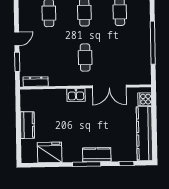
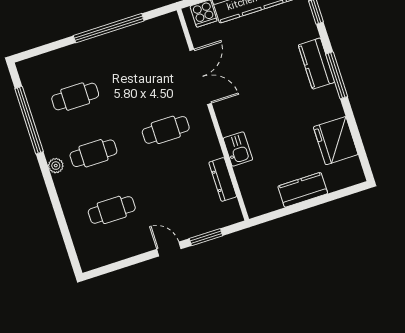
dresser: (36, 82) -> (223, 179), moved
kitchen sink: (76, 95) -> (238, 149), moved

